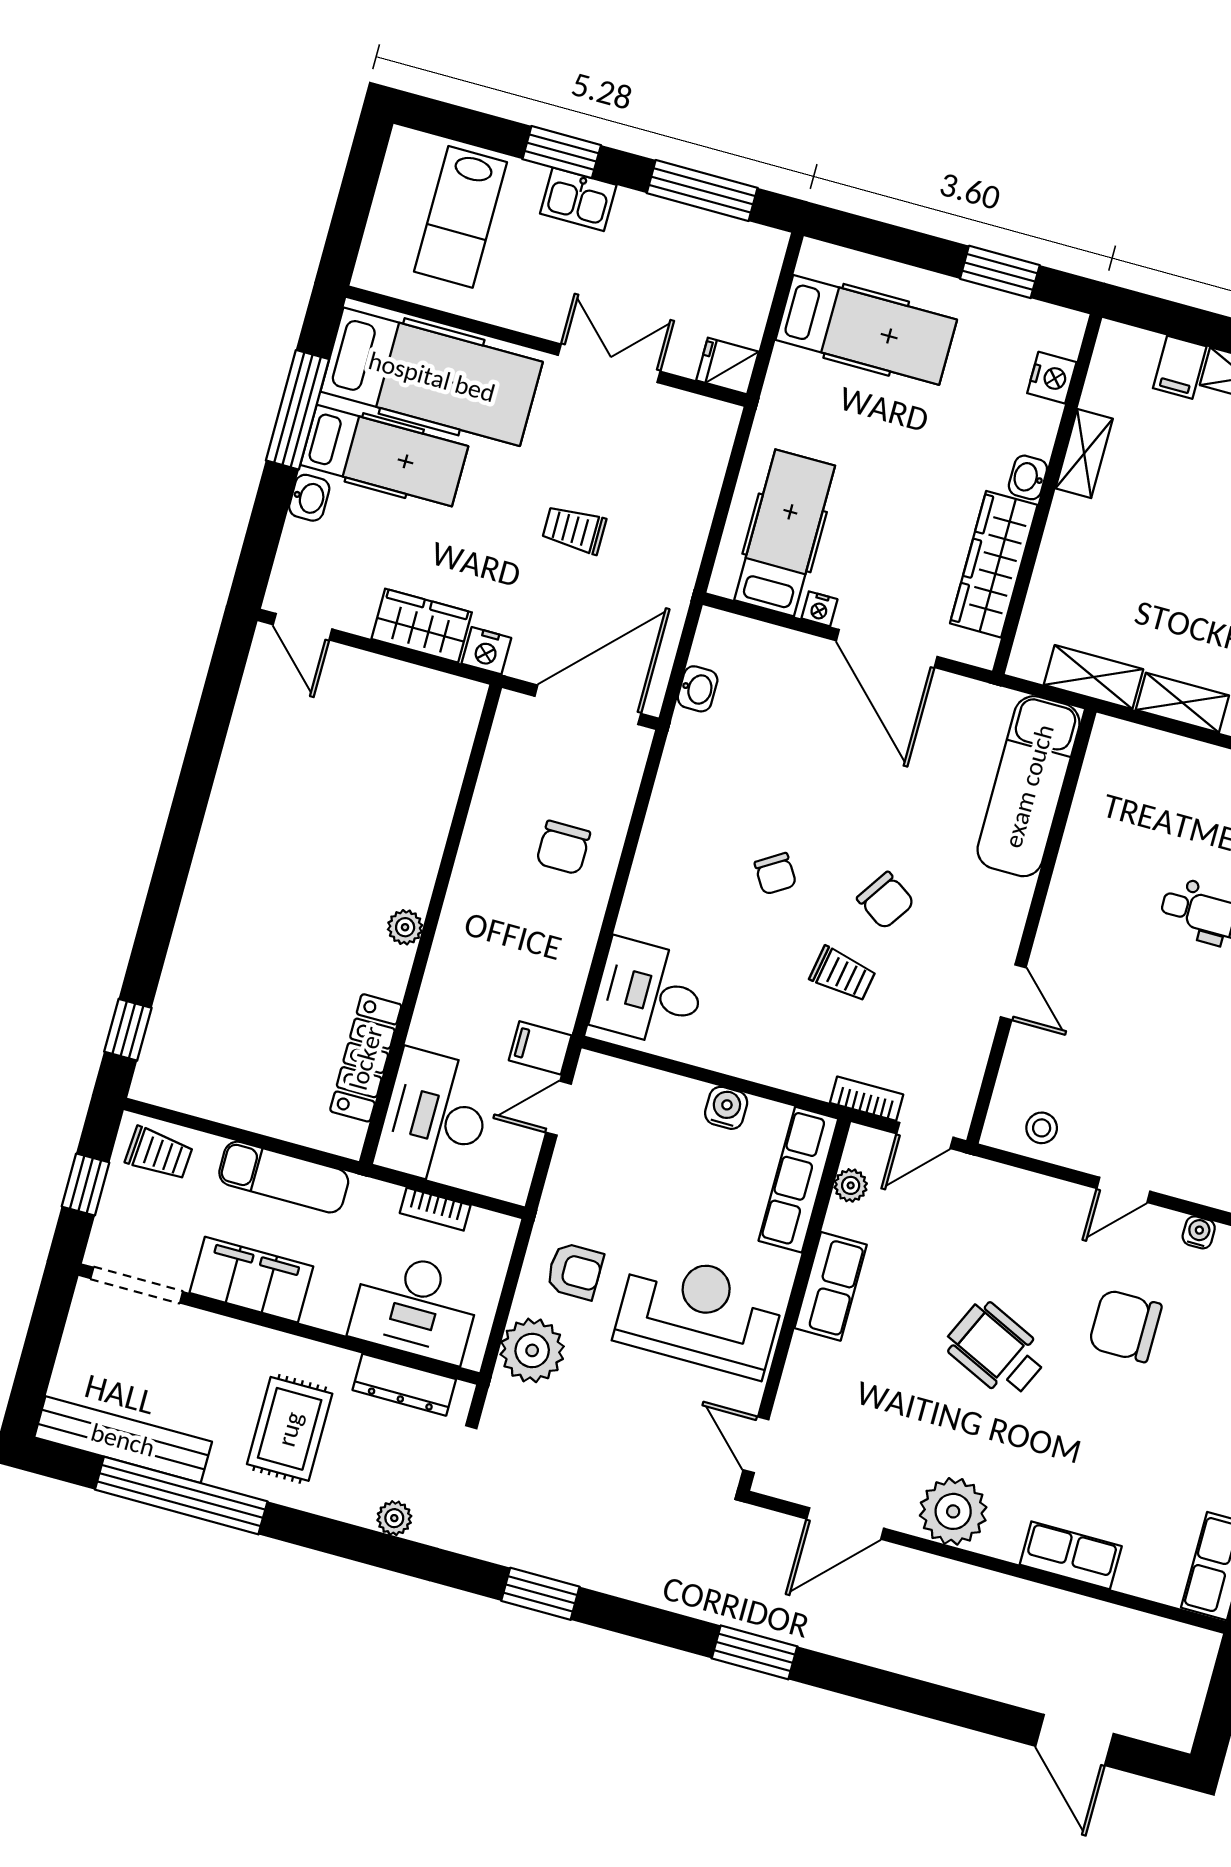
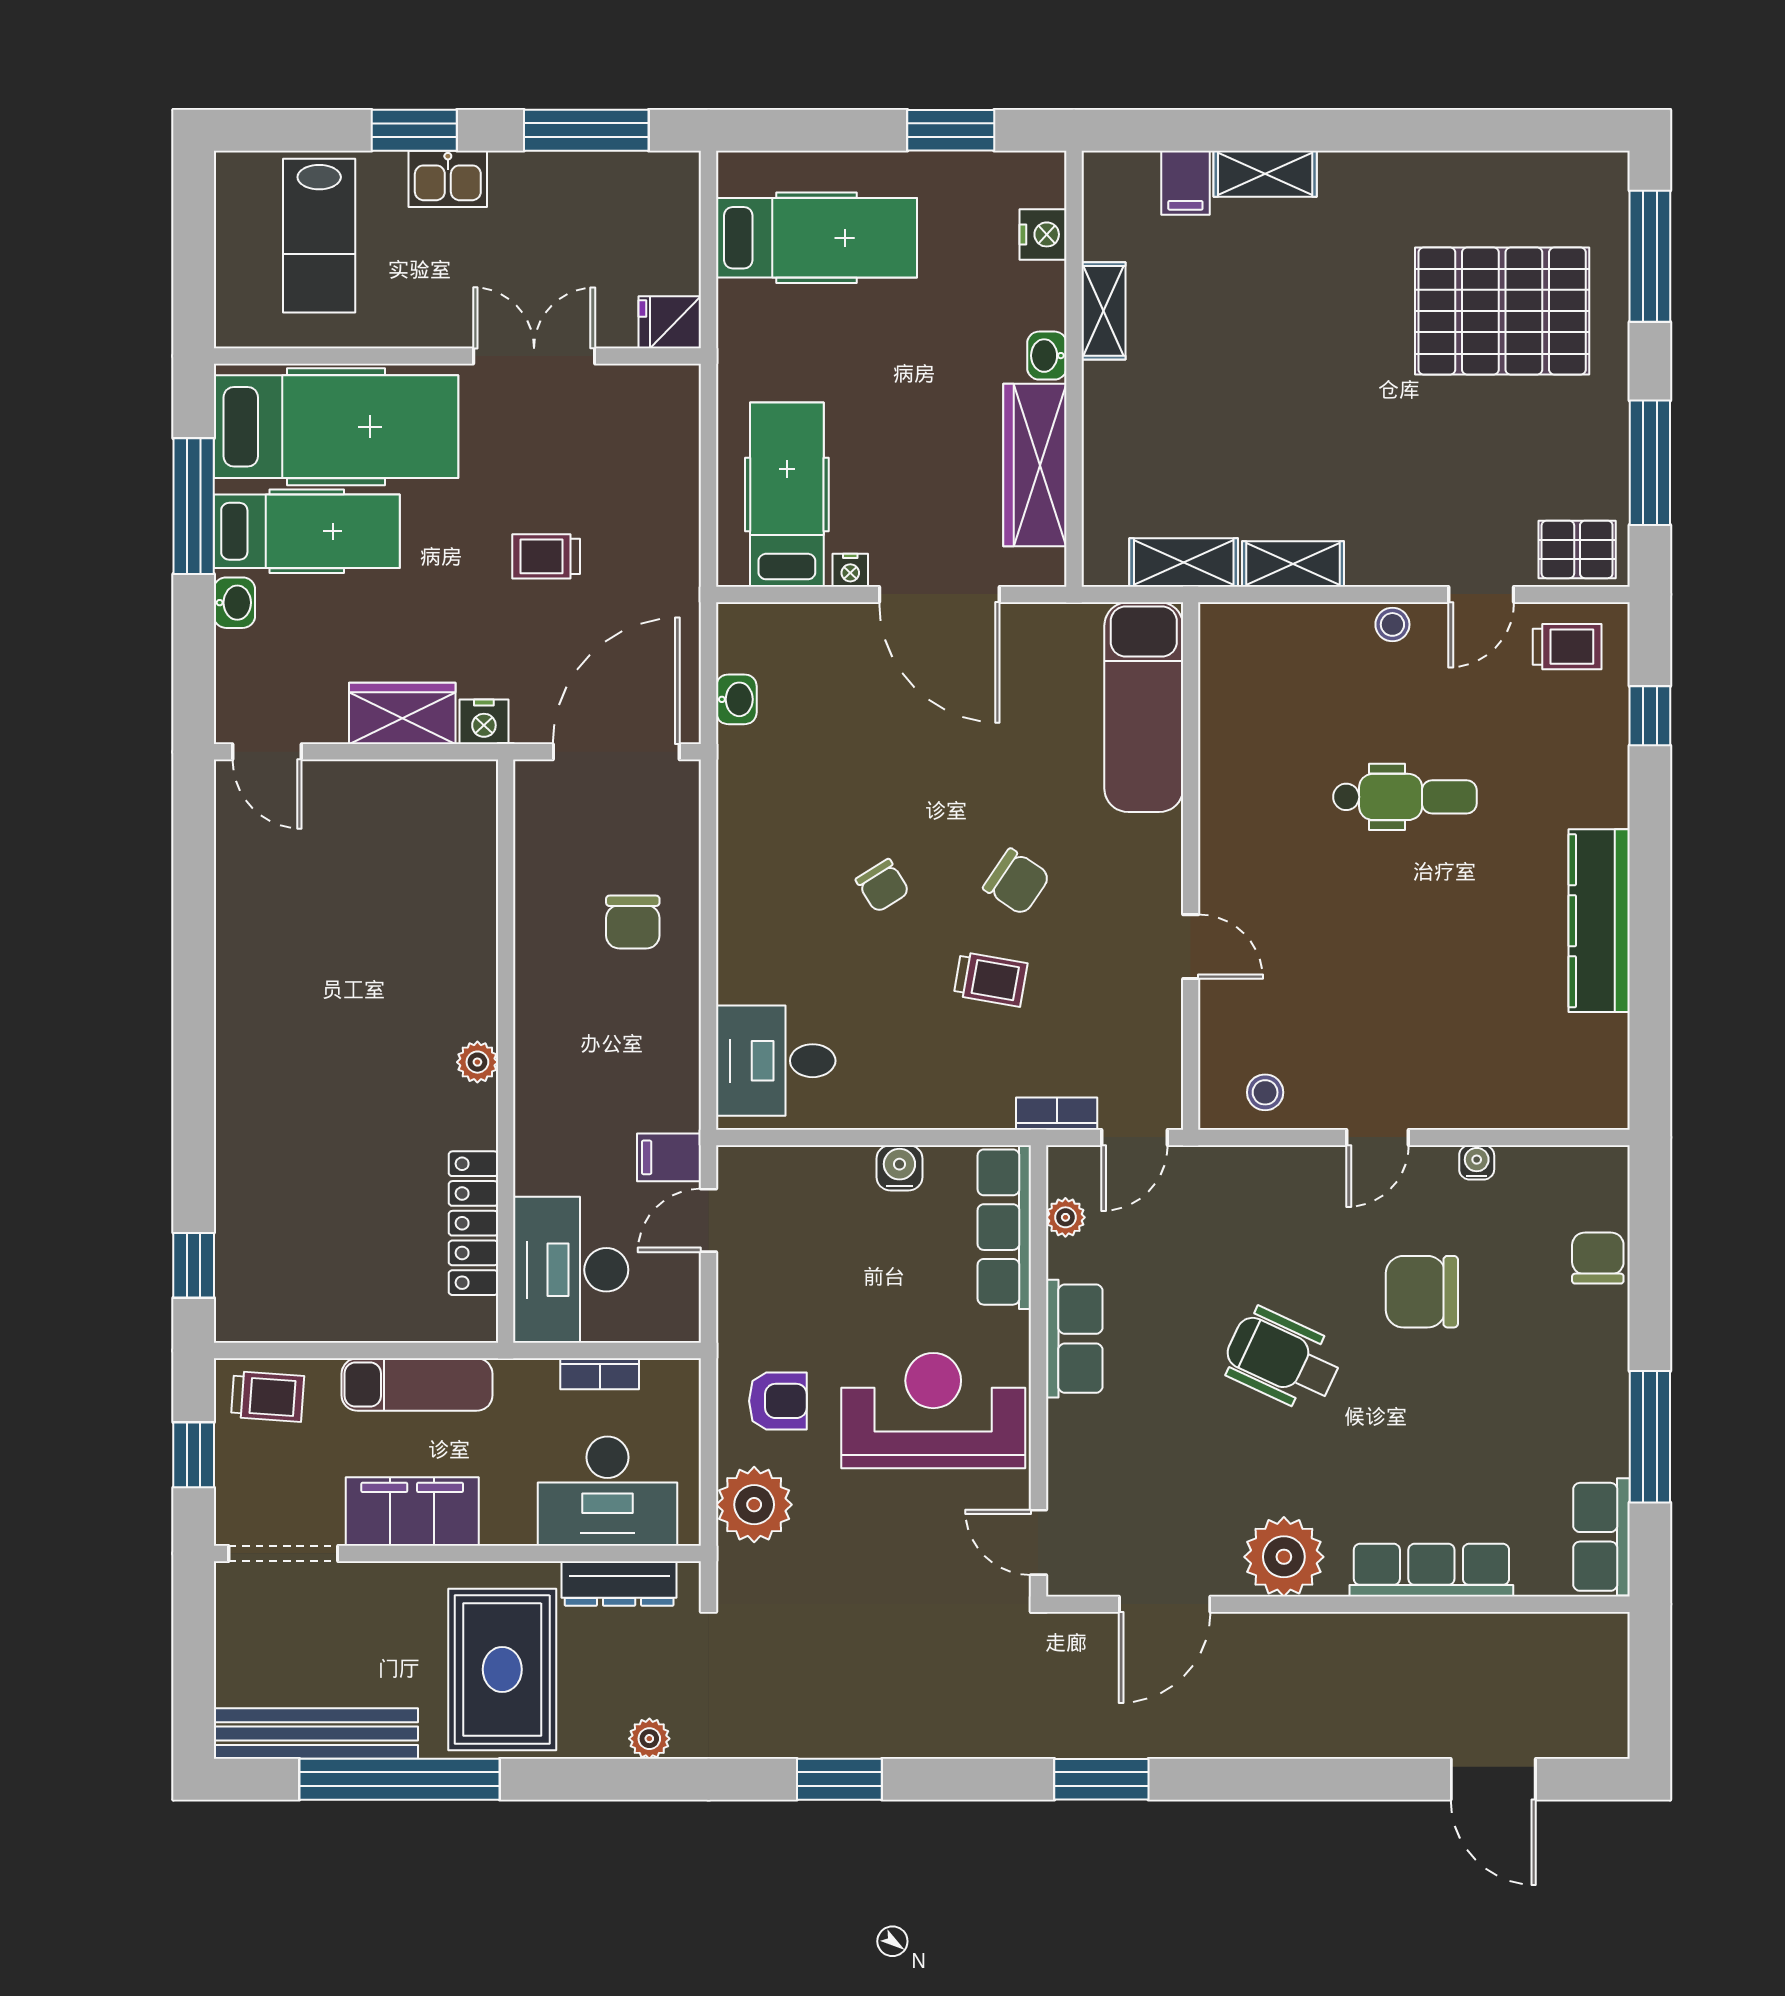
rug: (290, 1429) -> (502, 1669), width x1.36, depth x1.43
row of seats: (1071, 1555) -> (1431, 1570), width x1.48

